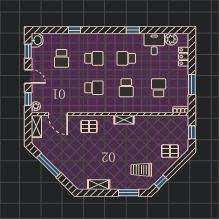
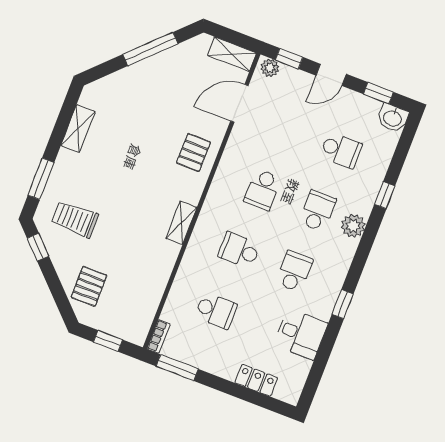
plant: (171, 39) -> (353, 226), moved
school desk: (62, 58) -> (341, 150), turned 180
school desk: (94, 58) -> (318, 211), turned 180
window: (192, 84) -> (177, 368), moved
trolley: (141, 170) -> (75, 219), turned -90

